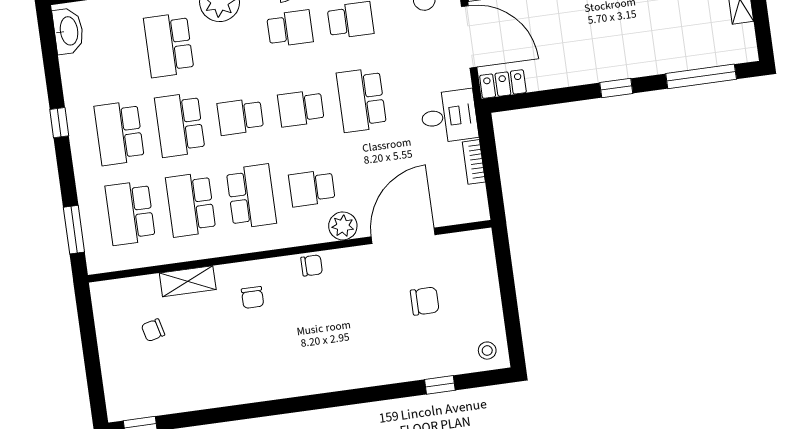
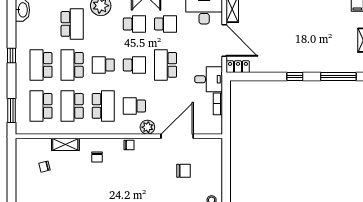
school desk: (169, 45) -> (72, 24), turned 180
school desk: (301, 108) -> (134, 65), turned 180

